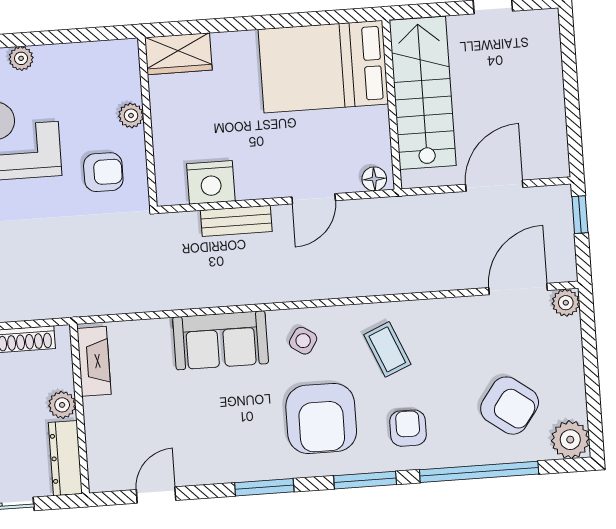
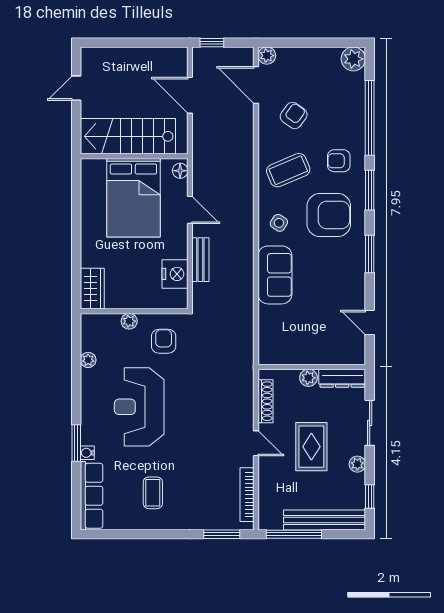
plant: (21, 58) -> (88, 360), moved
bed: (323, 67) -> (133, 198), moved
coffee table: (387, 349) -> (288, 170), width x1.36, depth x1.30
fireplace: (94, 361) -> (282, 356), removed
armchair: (510, 406) -> (294, 115), moved, width x0.72, depth x0.72

